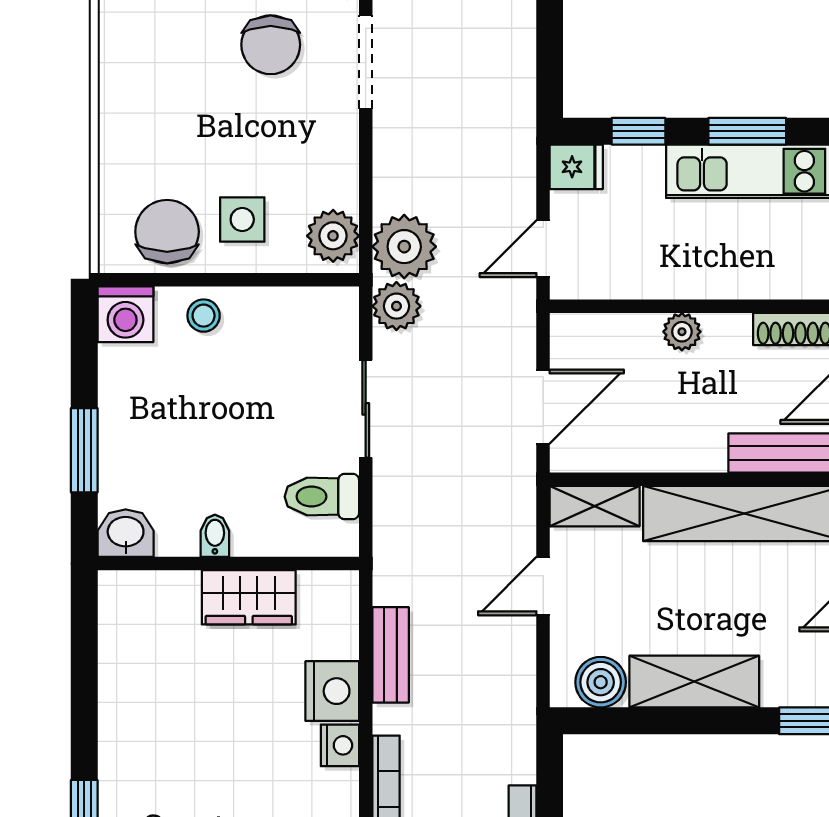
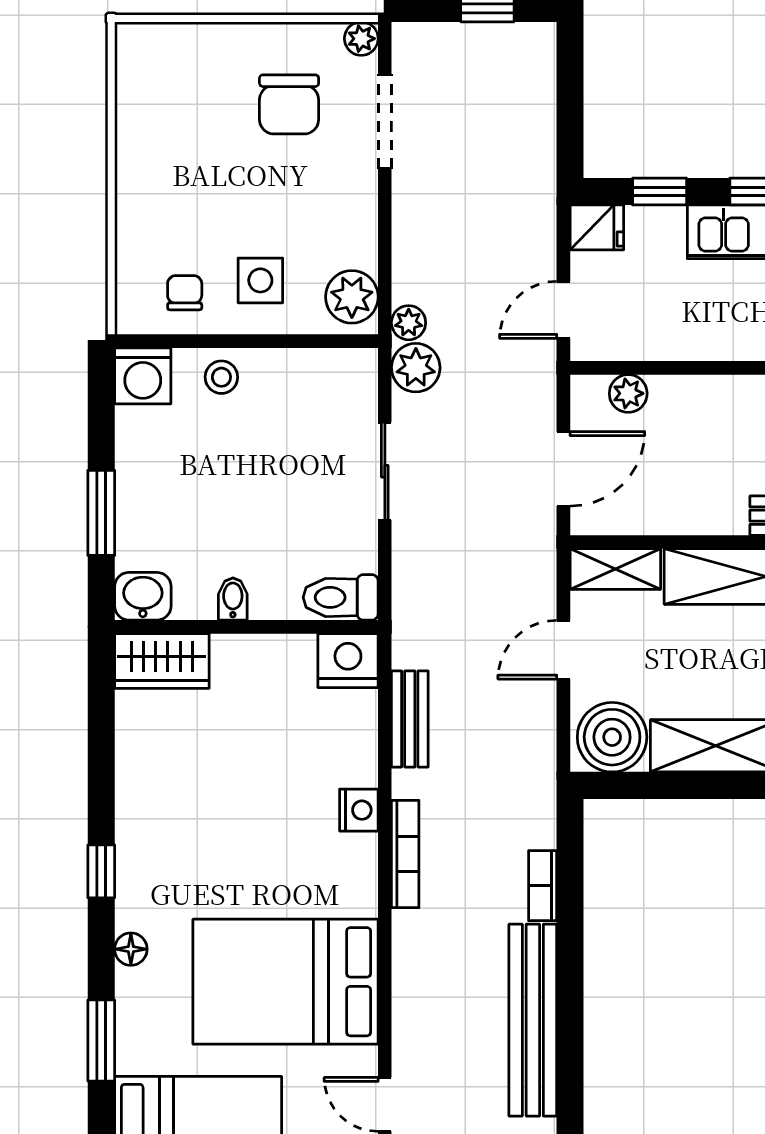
chair: (167, 232) -> (185, 293), width x0.54, depth x0.54
plant: (404, 247) -> (409, 323), width x0.53, depth x0.53
plant: (682, 332) -> (628, 393), moved
toilet: (322, 497) -> (341, 597), moved
wardrobe: (249, 597) -> (162, 661), moved
boiler: (601, 682) -> (612, 737), width x1.37, depth x1.37
nightstand: (332, 691) -> (348, 661), moved, turned -90

